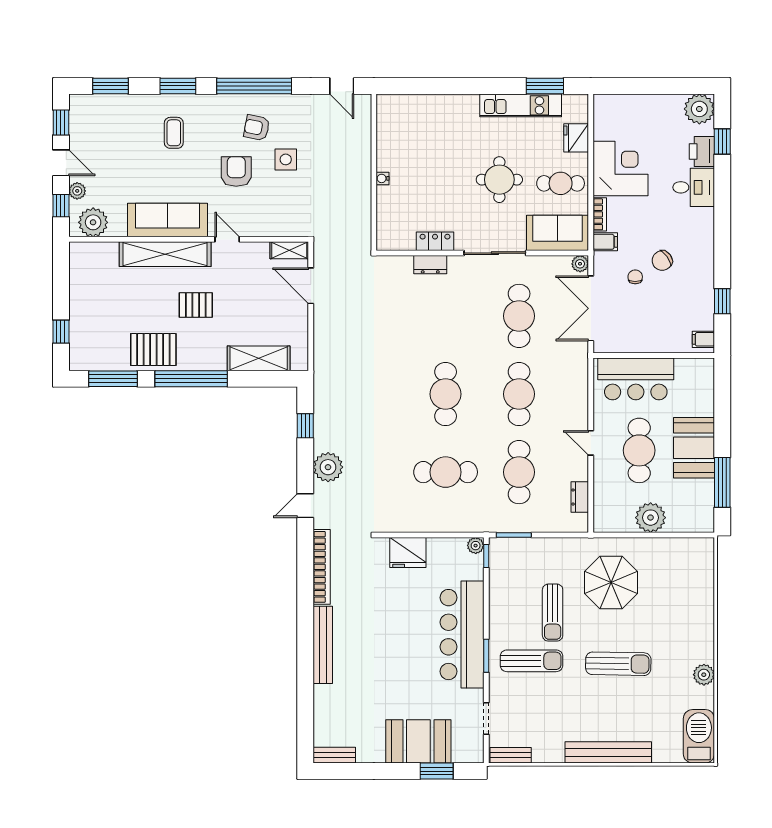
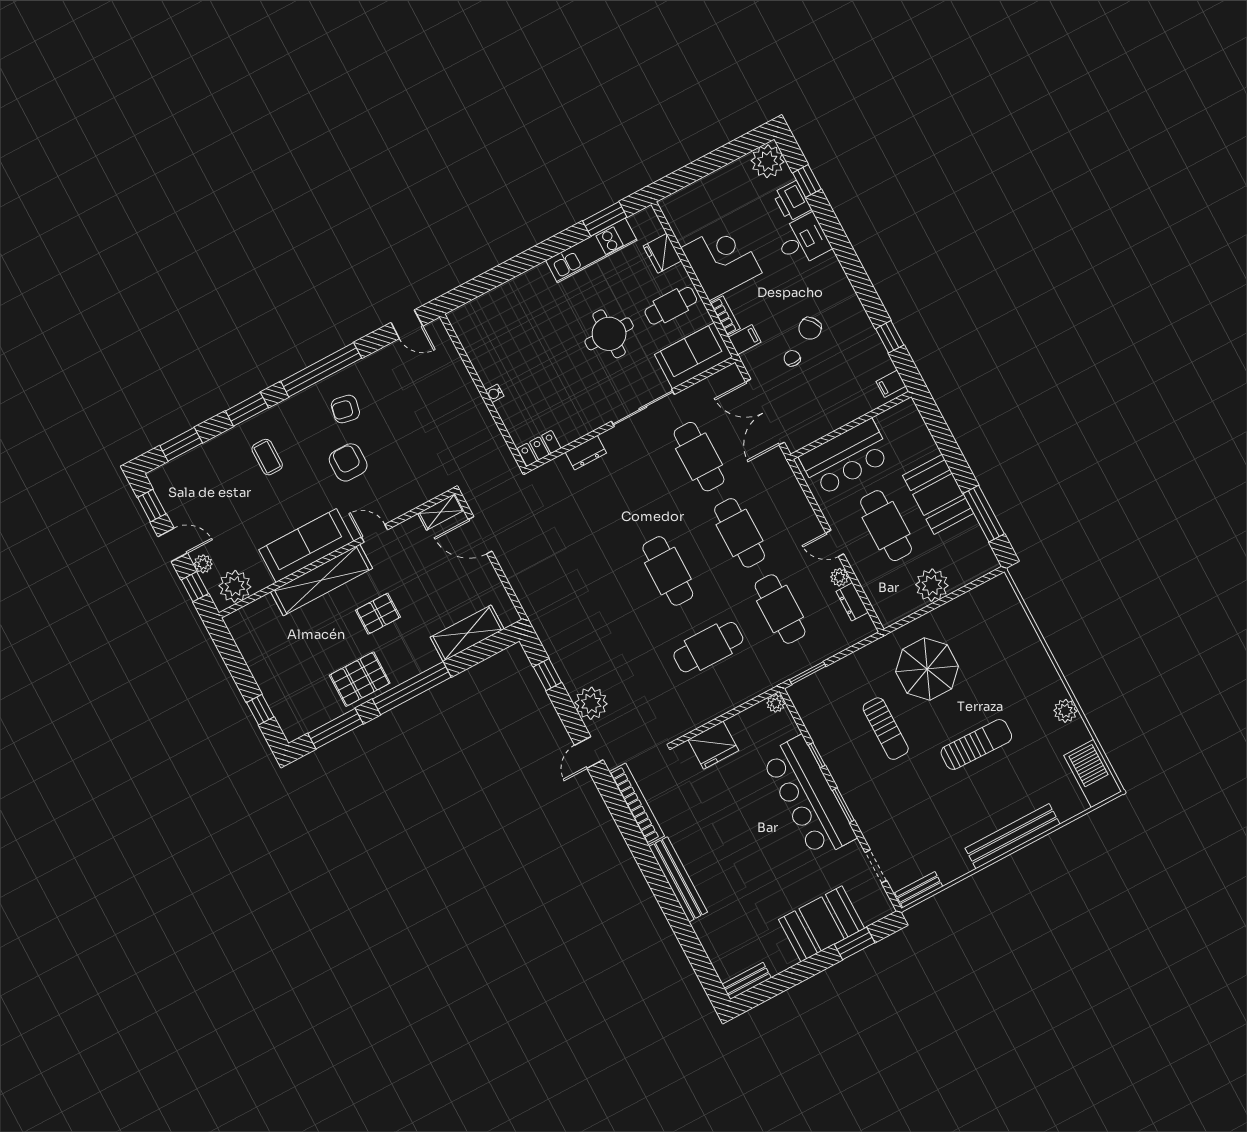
side table: (286, 159) -> (390, 425), removed
locker: (435, 241) -> (539, 448), moved
plant: (580, 264) -> (839, 577), moved
window: (486, 556) -> (817, 755), moved
sun lounger: (532, 661) -> (890, 787), removed

